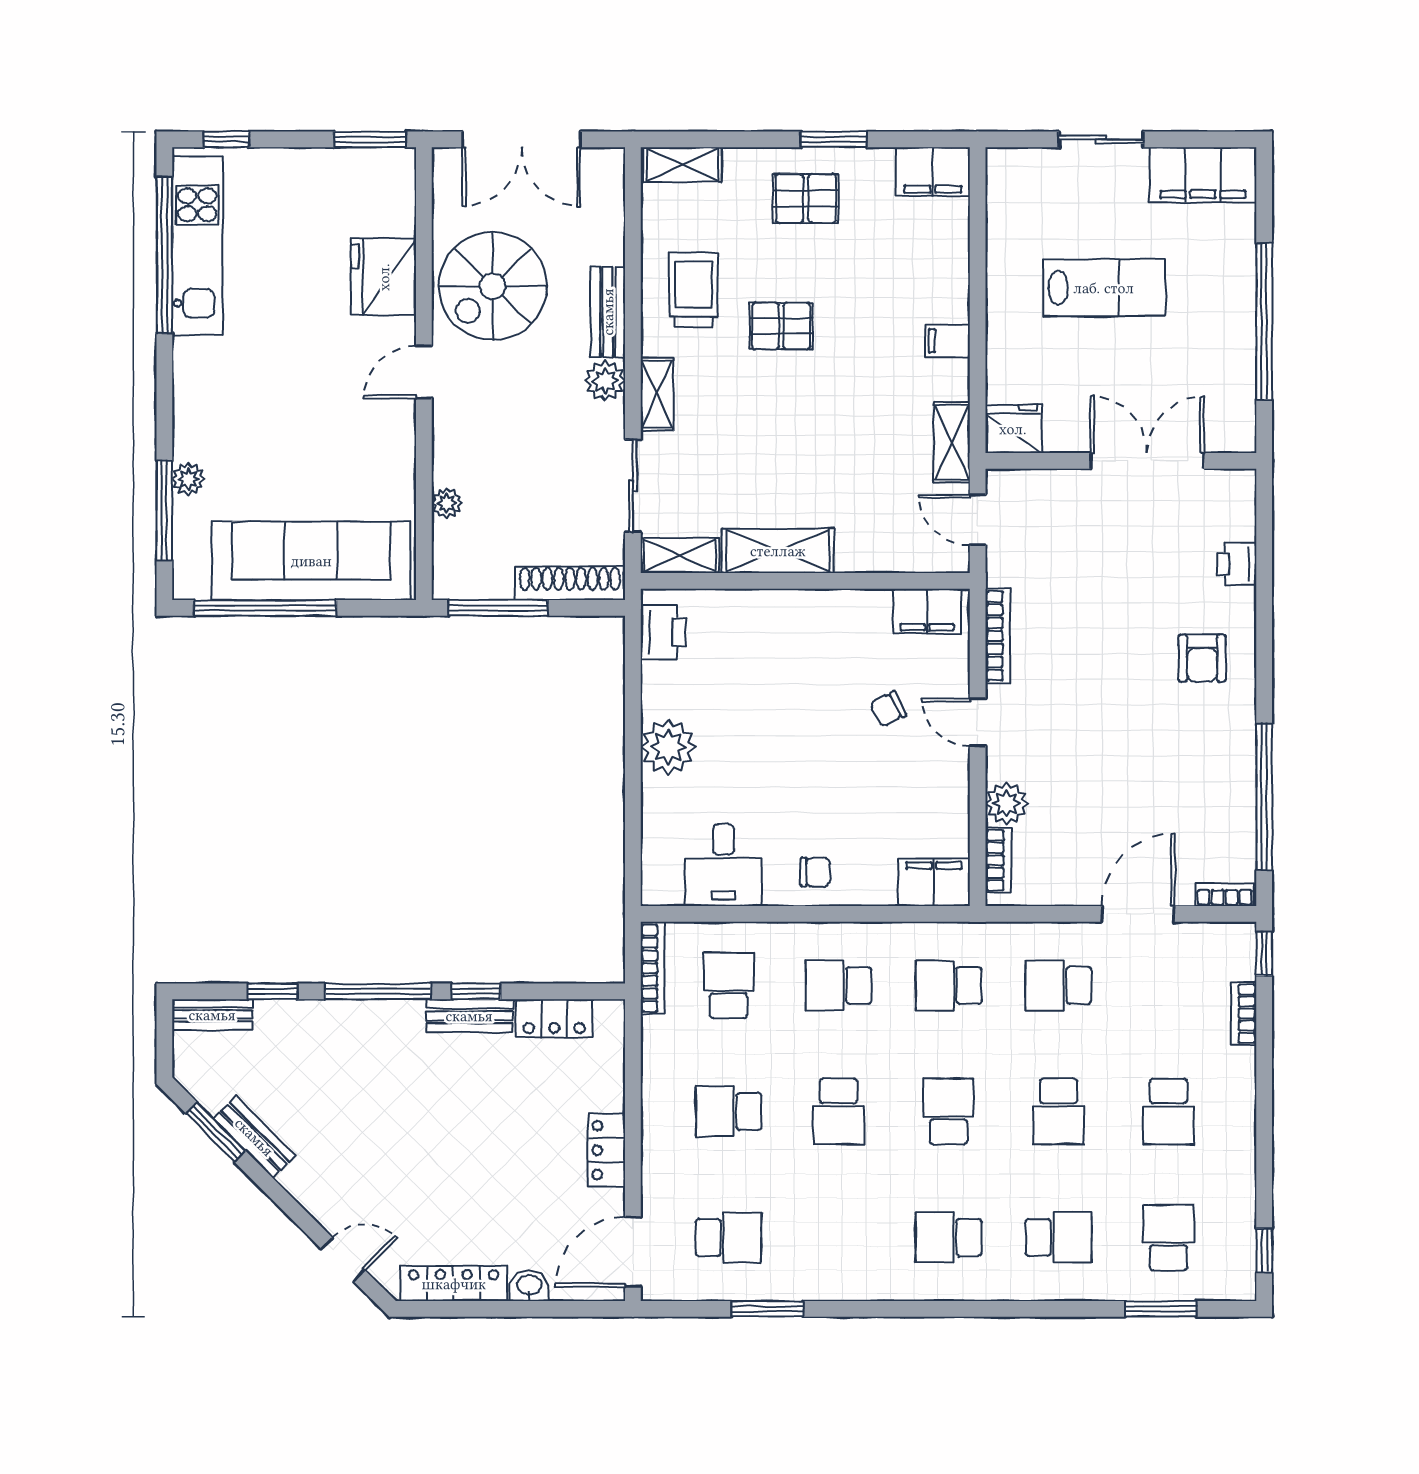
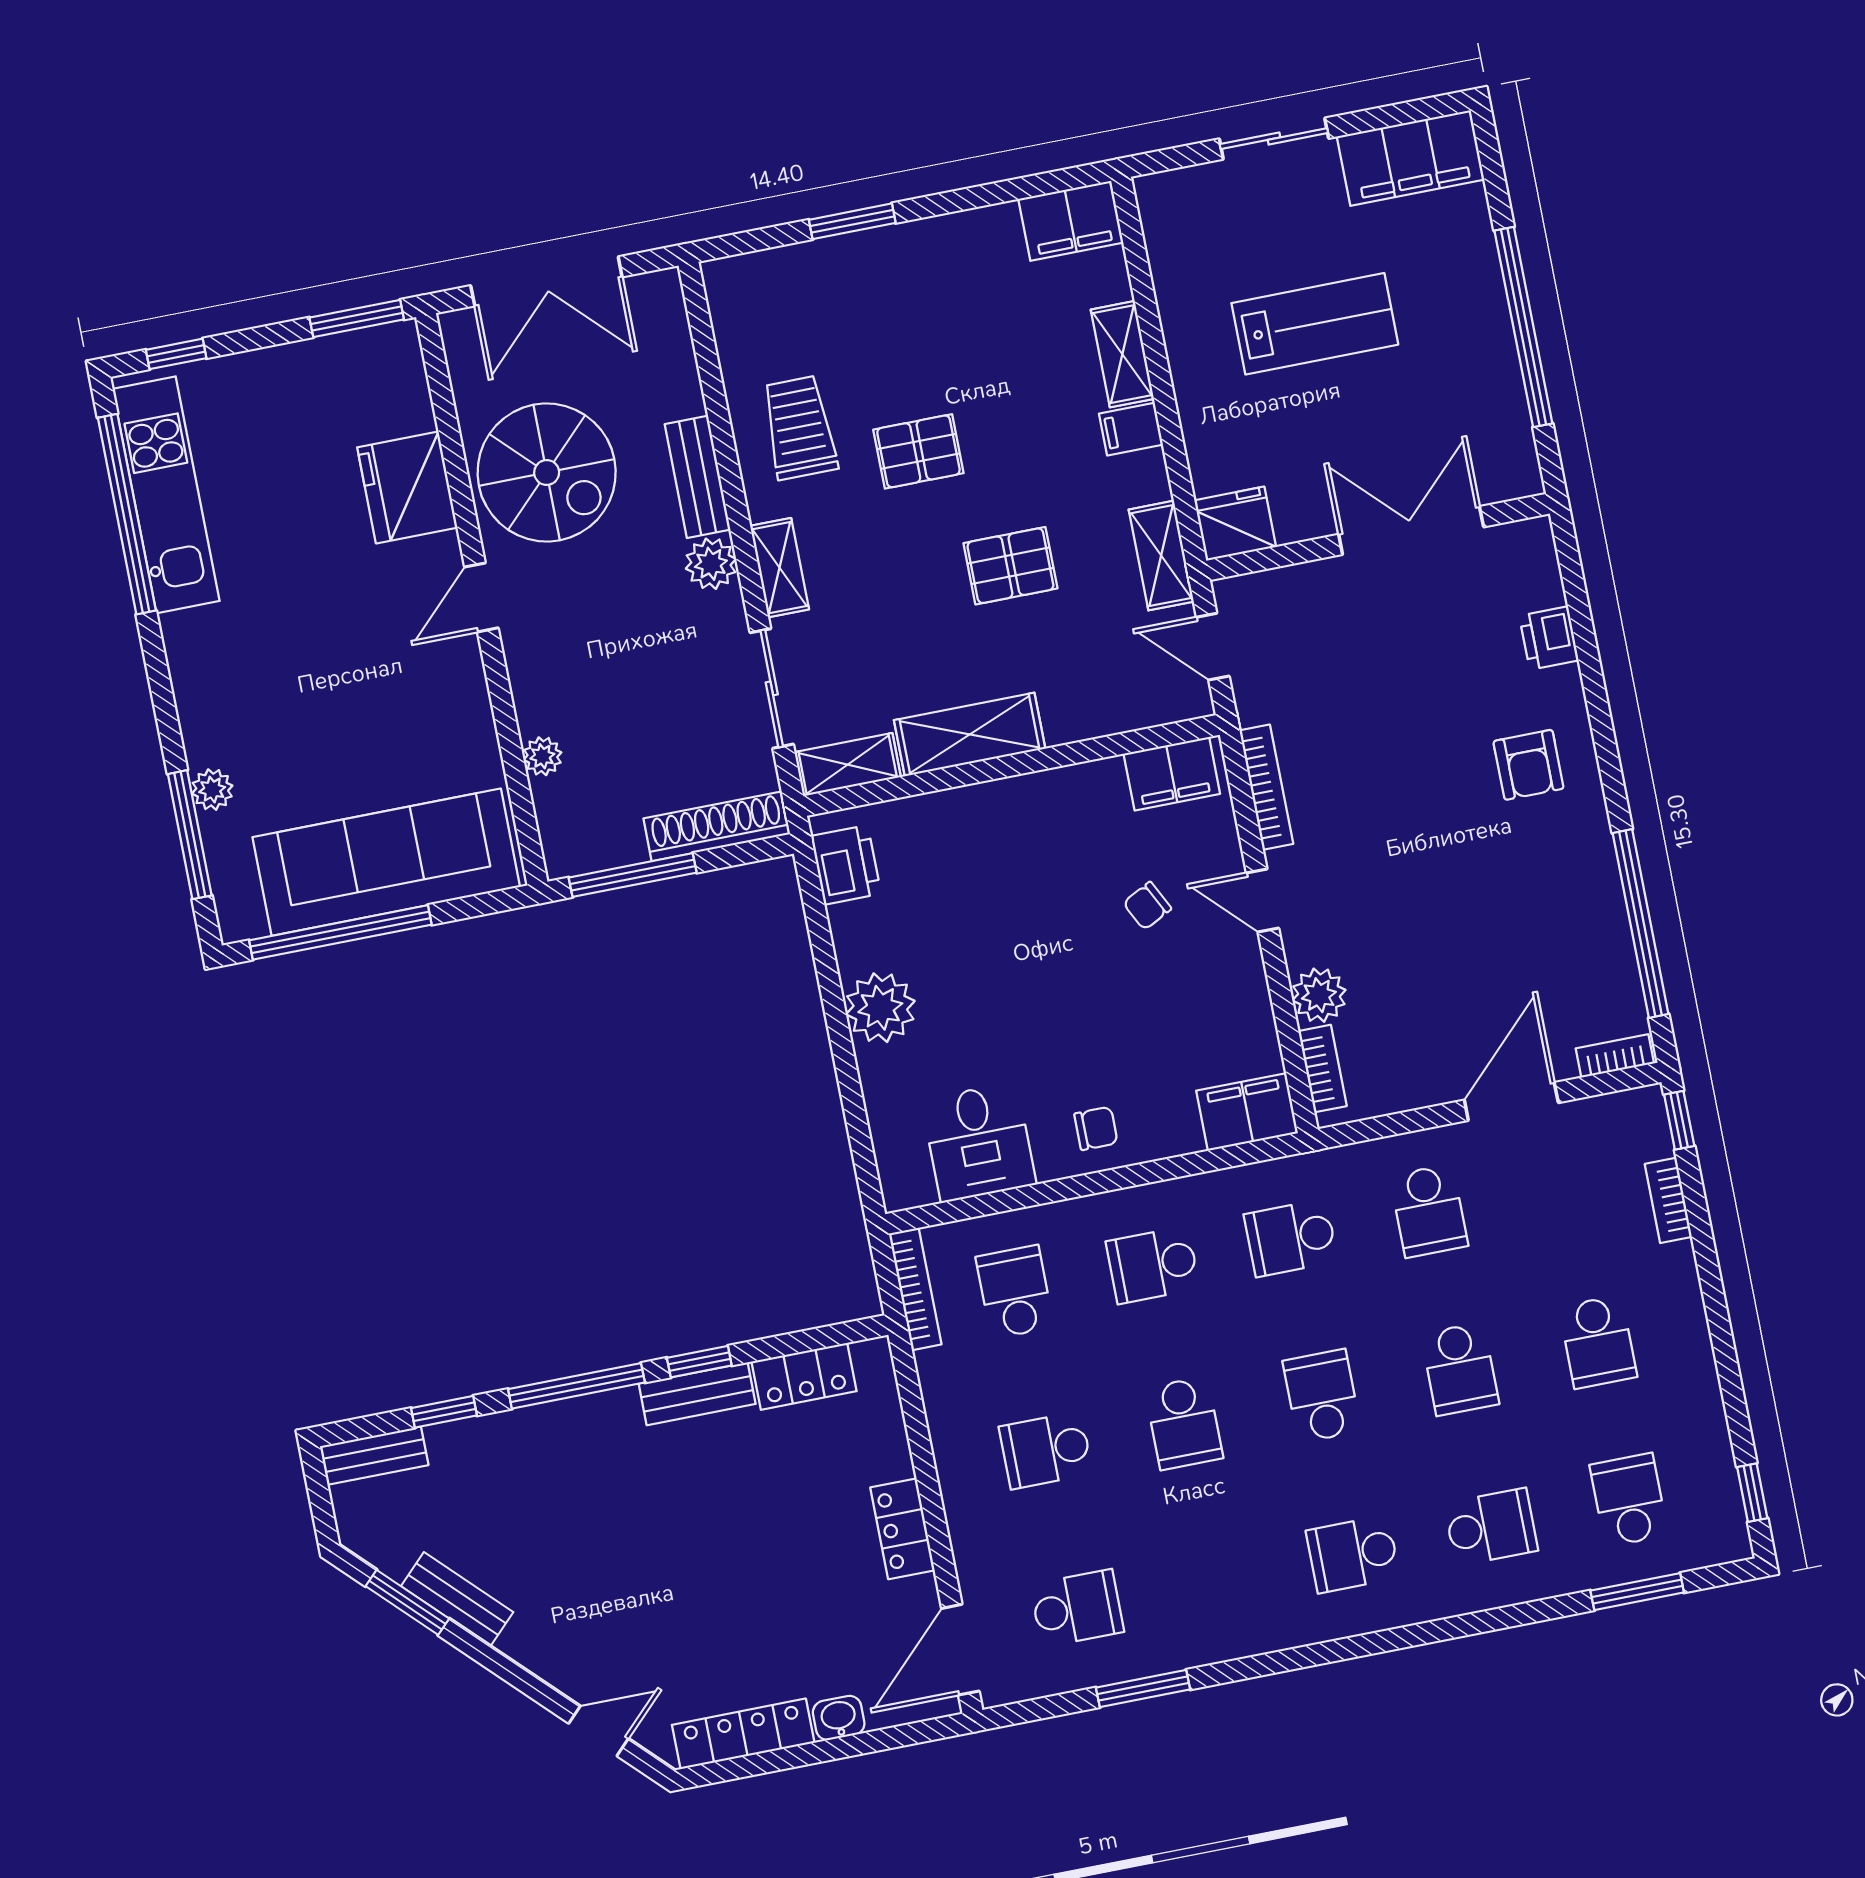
window: (834, 139) -> (852, 221), moved
shelving: (683, 165) -> (1122, 354), moved, turned 90
pallet: (806, 198) -> (1010, 566), moved
spiral stairs: (493, 286) -> (547, 473), turned -90
school desk: (1059, 985) -> (1429, 1211), turned -90

